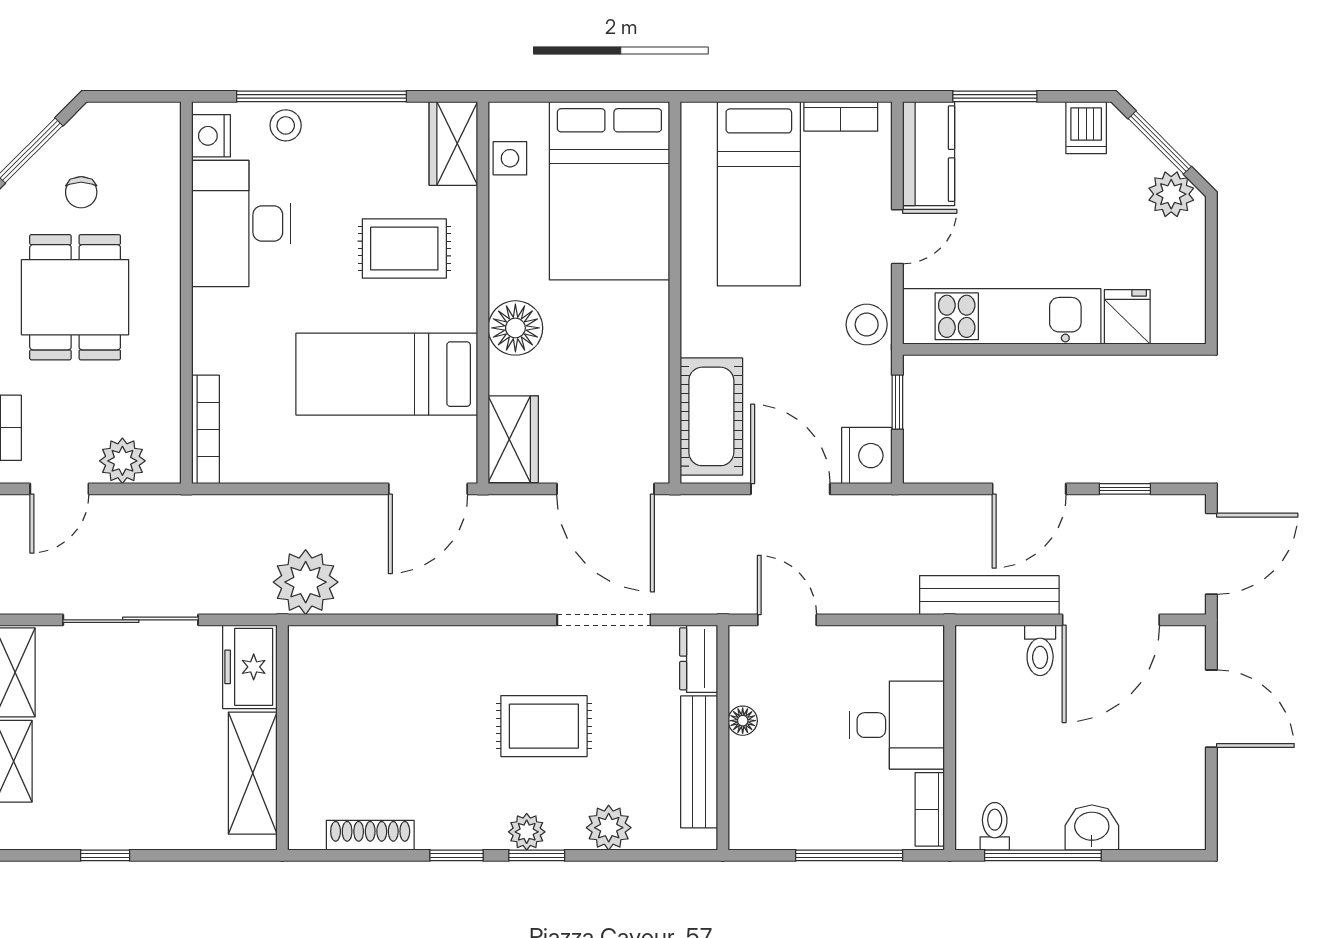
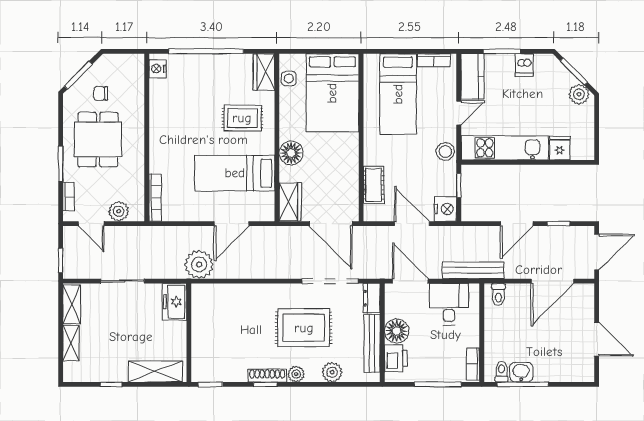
stool: (286, 125) -> (190, 64), removed
dishwasher: (1086, 128) -> (524, 65), moved
chair: (81, 192) -> (101, 93), turned 90
desk: (241, 224) -> (171, 107), removed
cot: (711, 416) -> (374, 185), width x0.73, depth x0.75
door: (59, 489) -> (91, 224), hinge flipped
door: (428, 489) -> (232, 224), moved
bench: (989, 595) -> (473, 270), moved
sliding door: (131, 620) -> (122, 281), width x0.73
doorway: (604, 620) -> (330, 281), width x1.36
door: (787, 620) -> (410, 281), width x1.38
toilet: (1040, 650) -> (498, 294), moved
door: (1211, 709) -> (597, 339), moved
floor lamp: (743, 721) -> (397, 331), width x1.89, depth x1.89
desk: (897, 725) -> (449, 304), moved, turned -90
rug: (544, 726) -> (304, 328), width x1.36, depth x1.43
shelving: (253, 773) -> (155, 371), moved, turned 90
printer: (754, 796) -> (396, 358), added
washbasin: (1092, 828) -> (521, 372), moved
shoe rack: (370, 835) -> (267, 376), moved
window: (537, 855) -> (210, 384), moved

